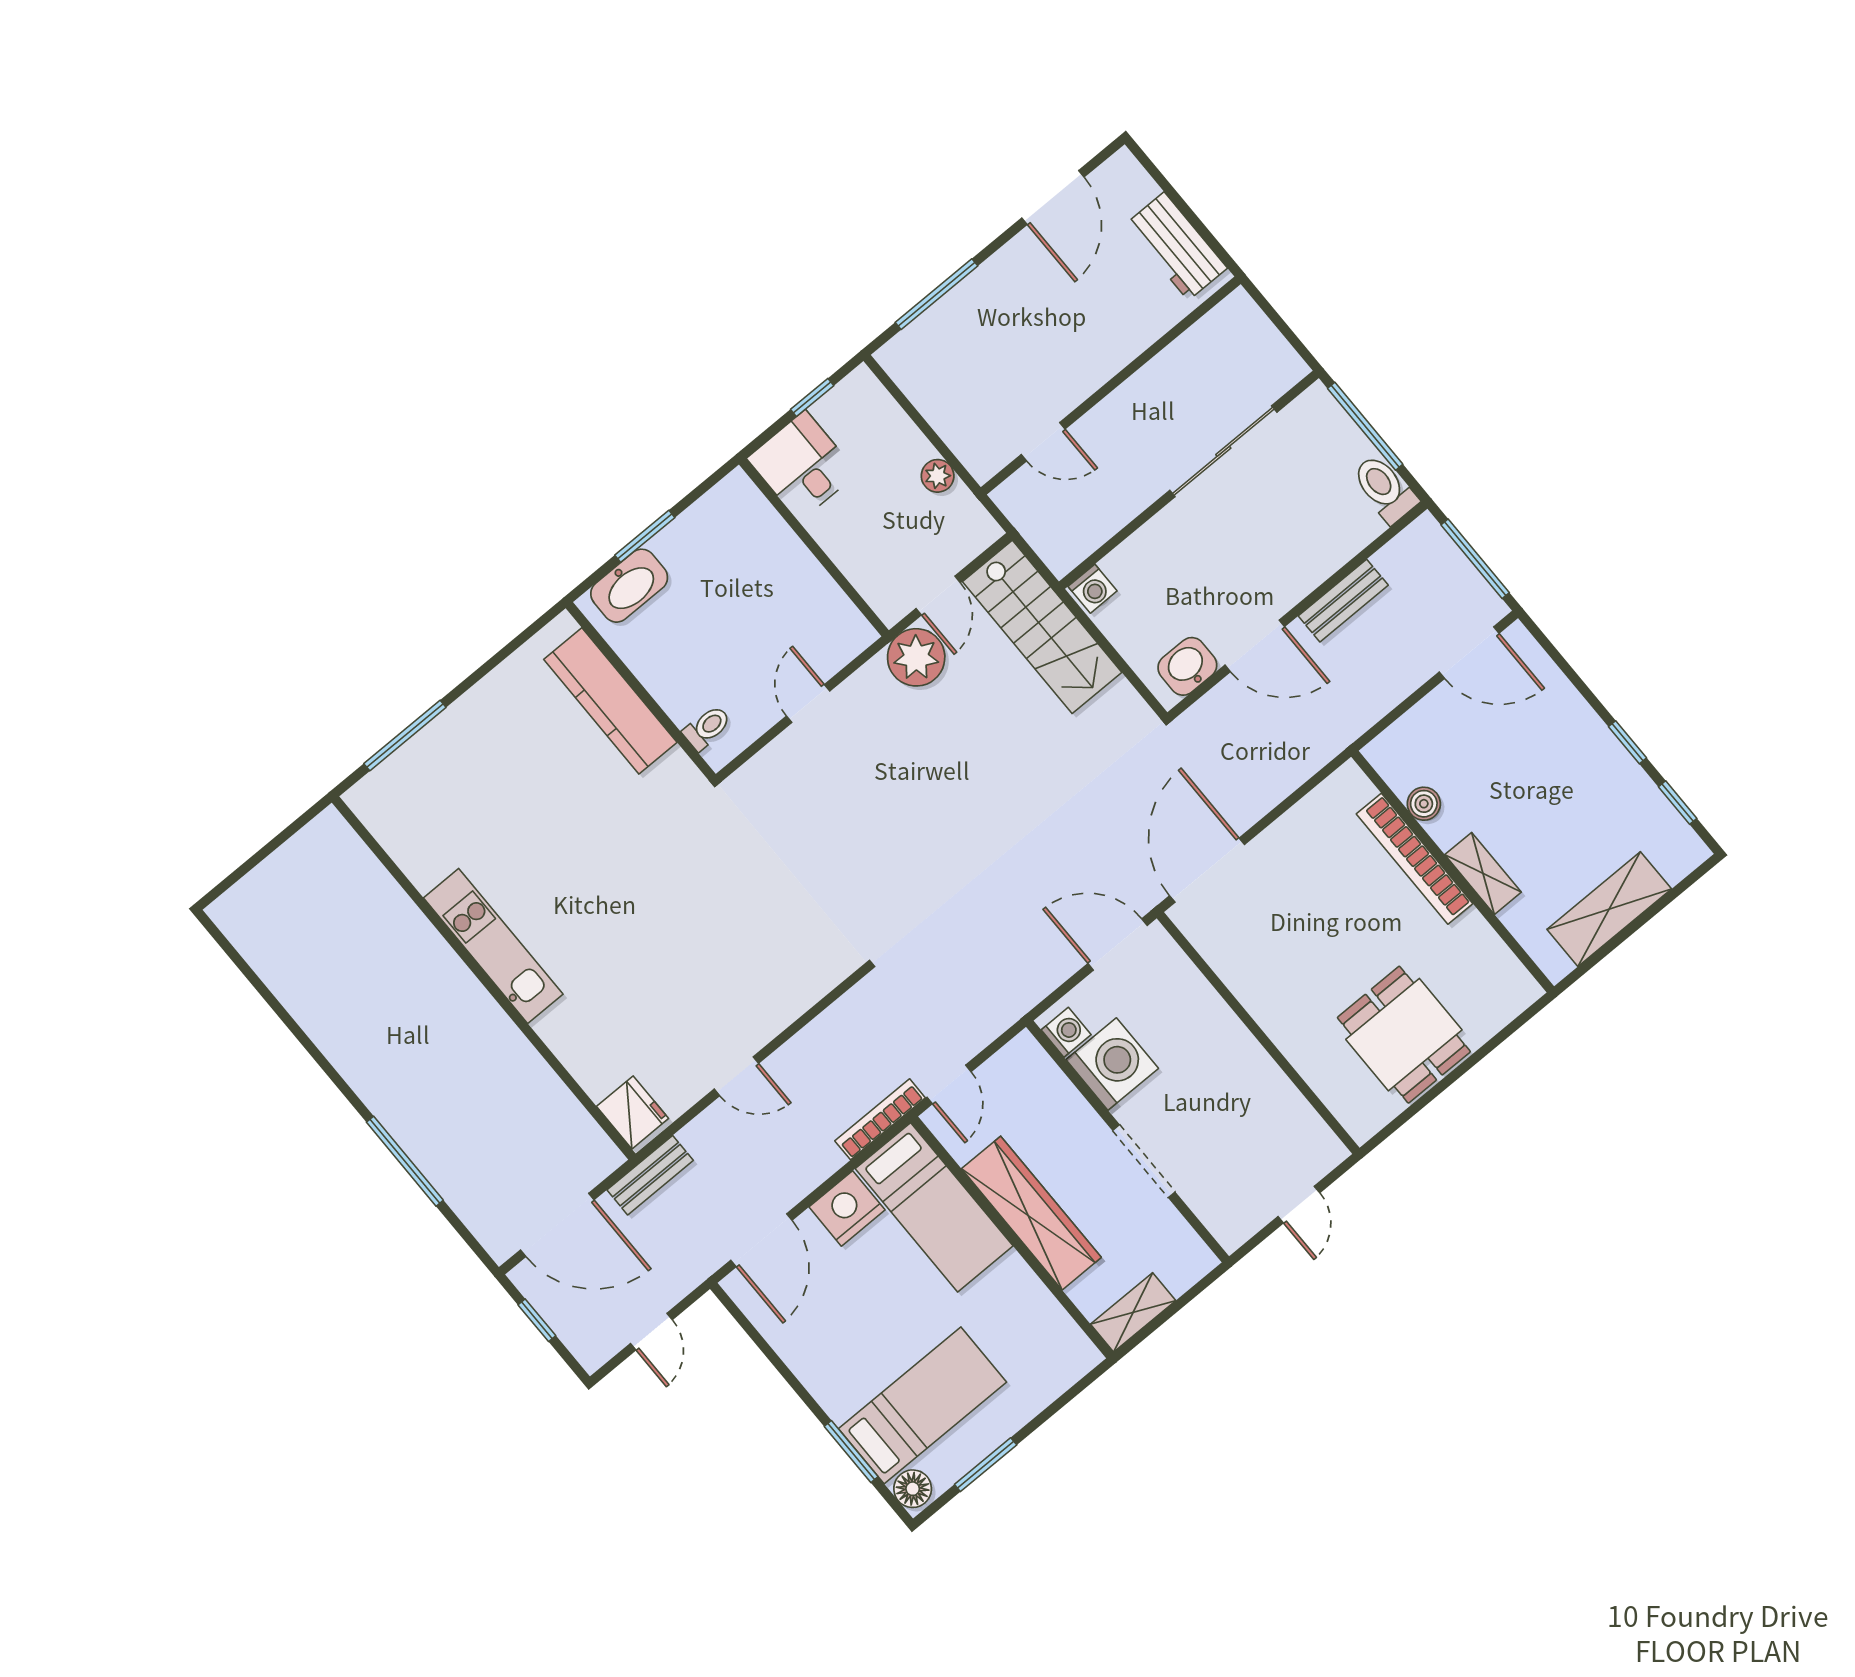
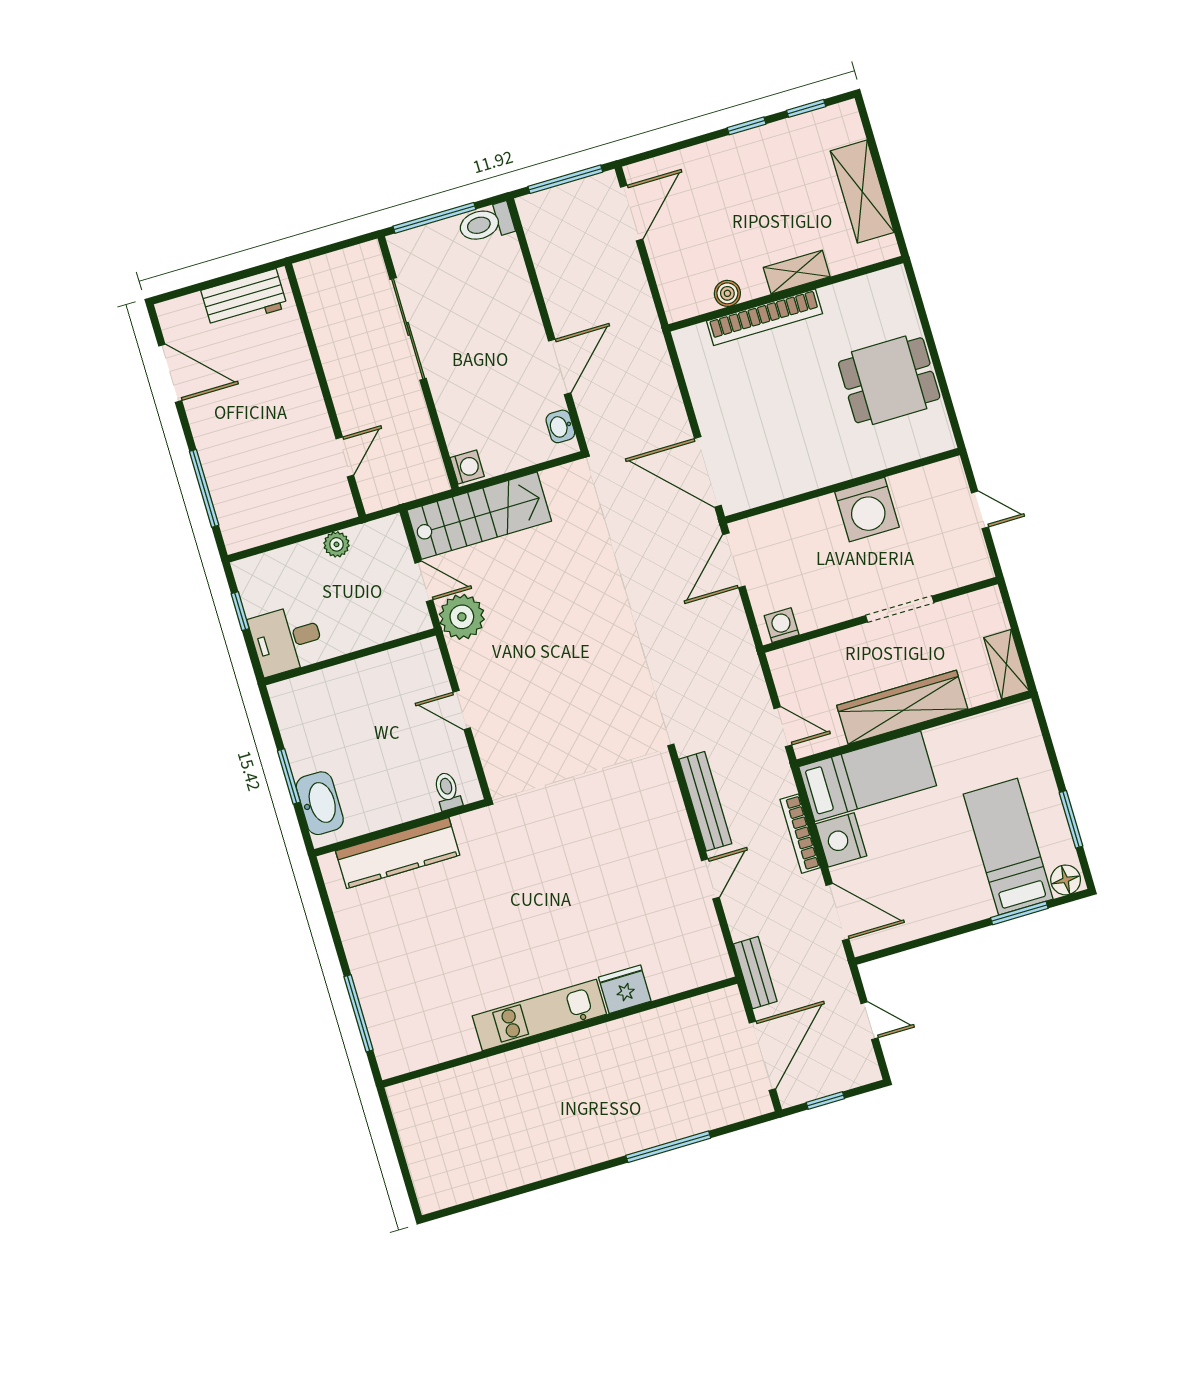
bench: (1343, 601) -> (705, 801), moved, width x1.36
washbasin: (1187, 666) -> (560, 426), width x0.72, depth x0.69
washing machine: (1112, 1064) -> (867, 510), moved, turned 180
fridge: (633, 1112) -> (625, 989), moved
bookcase: (880, 1119) -> (800, 834), moved

